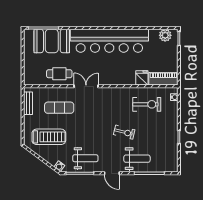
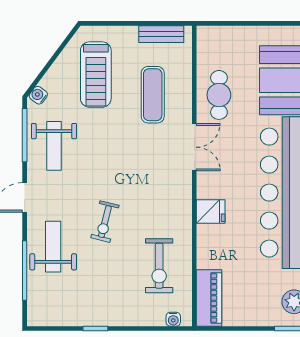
fridge: (142, 78) -> (211, 212), moved
weight bench: (137, 159) -> (53, 247), turned 180

